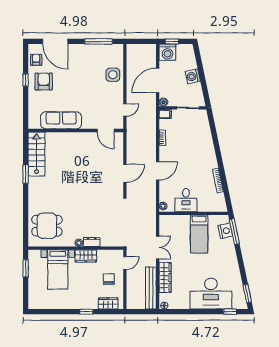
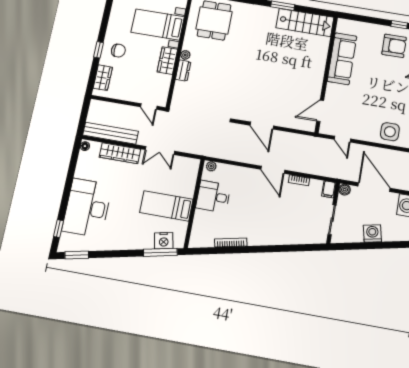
door: (158, 171) -> (273, 170), moved
chair: (109, 279) -> (118, 51), moved

